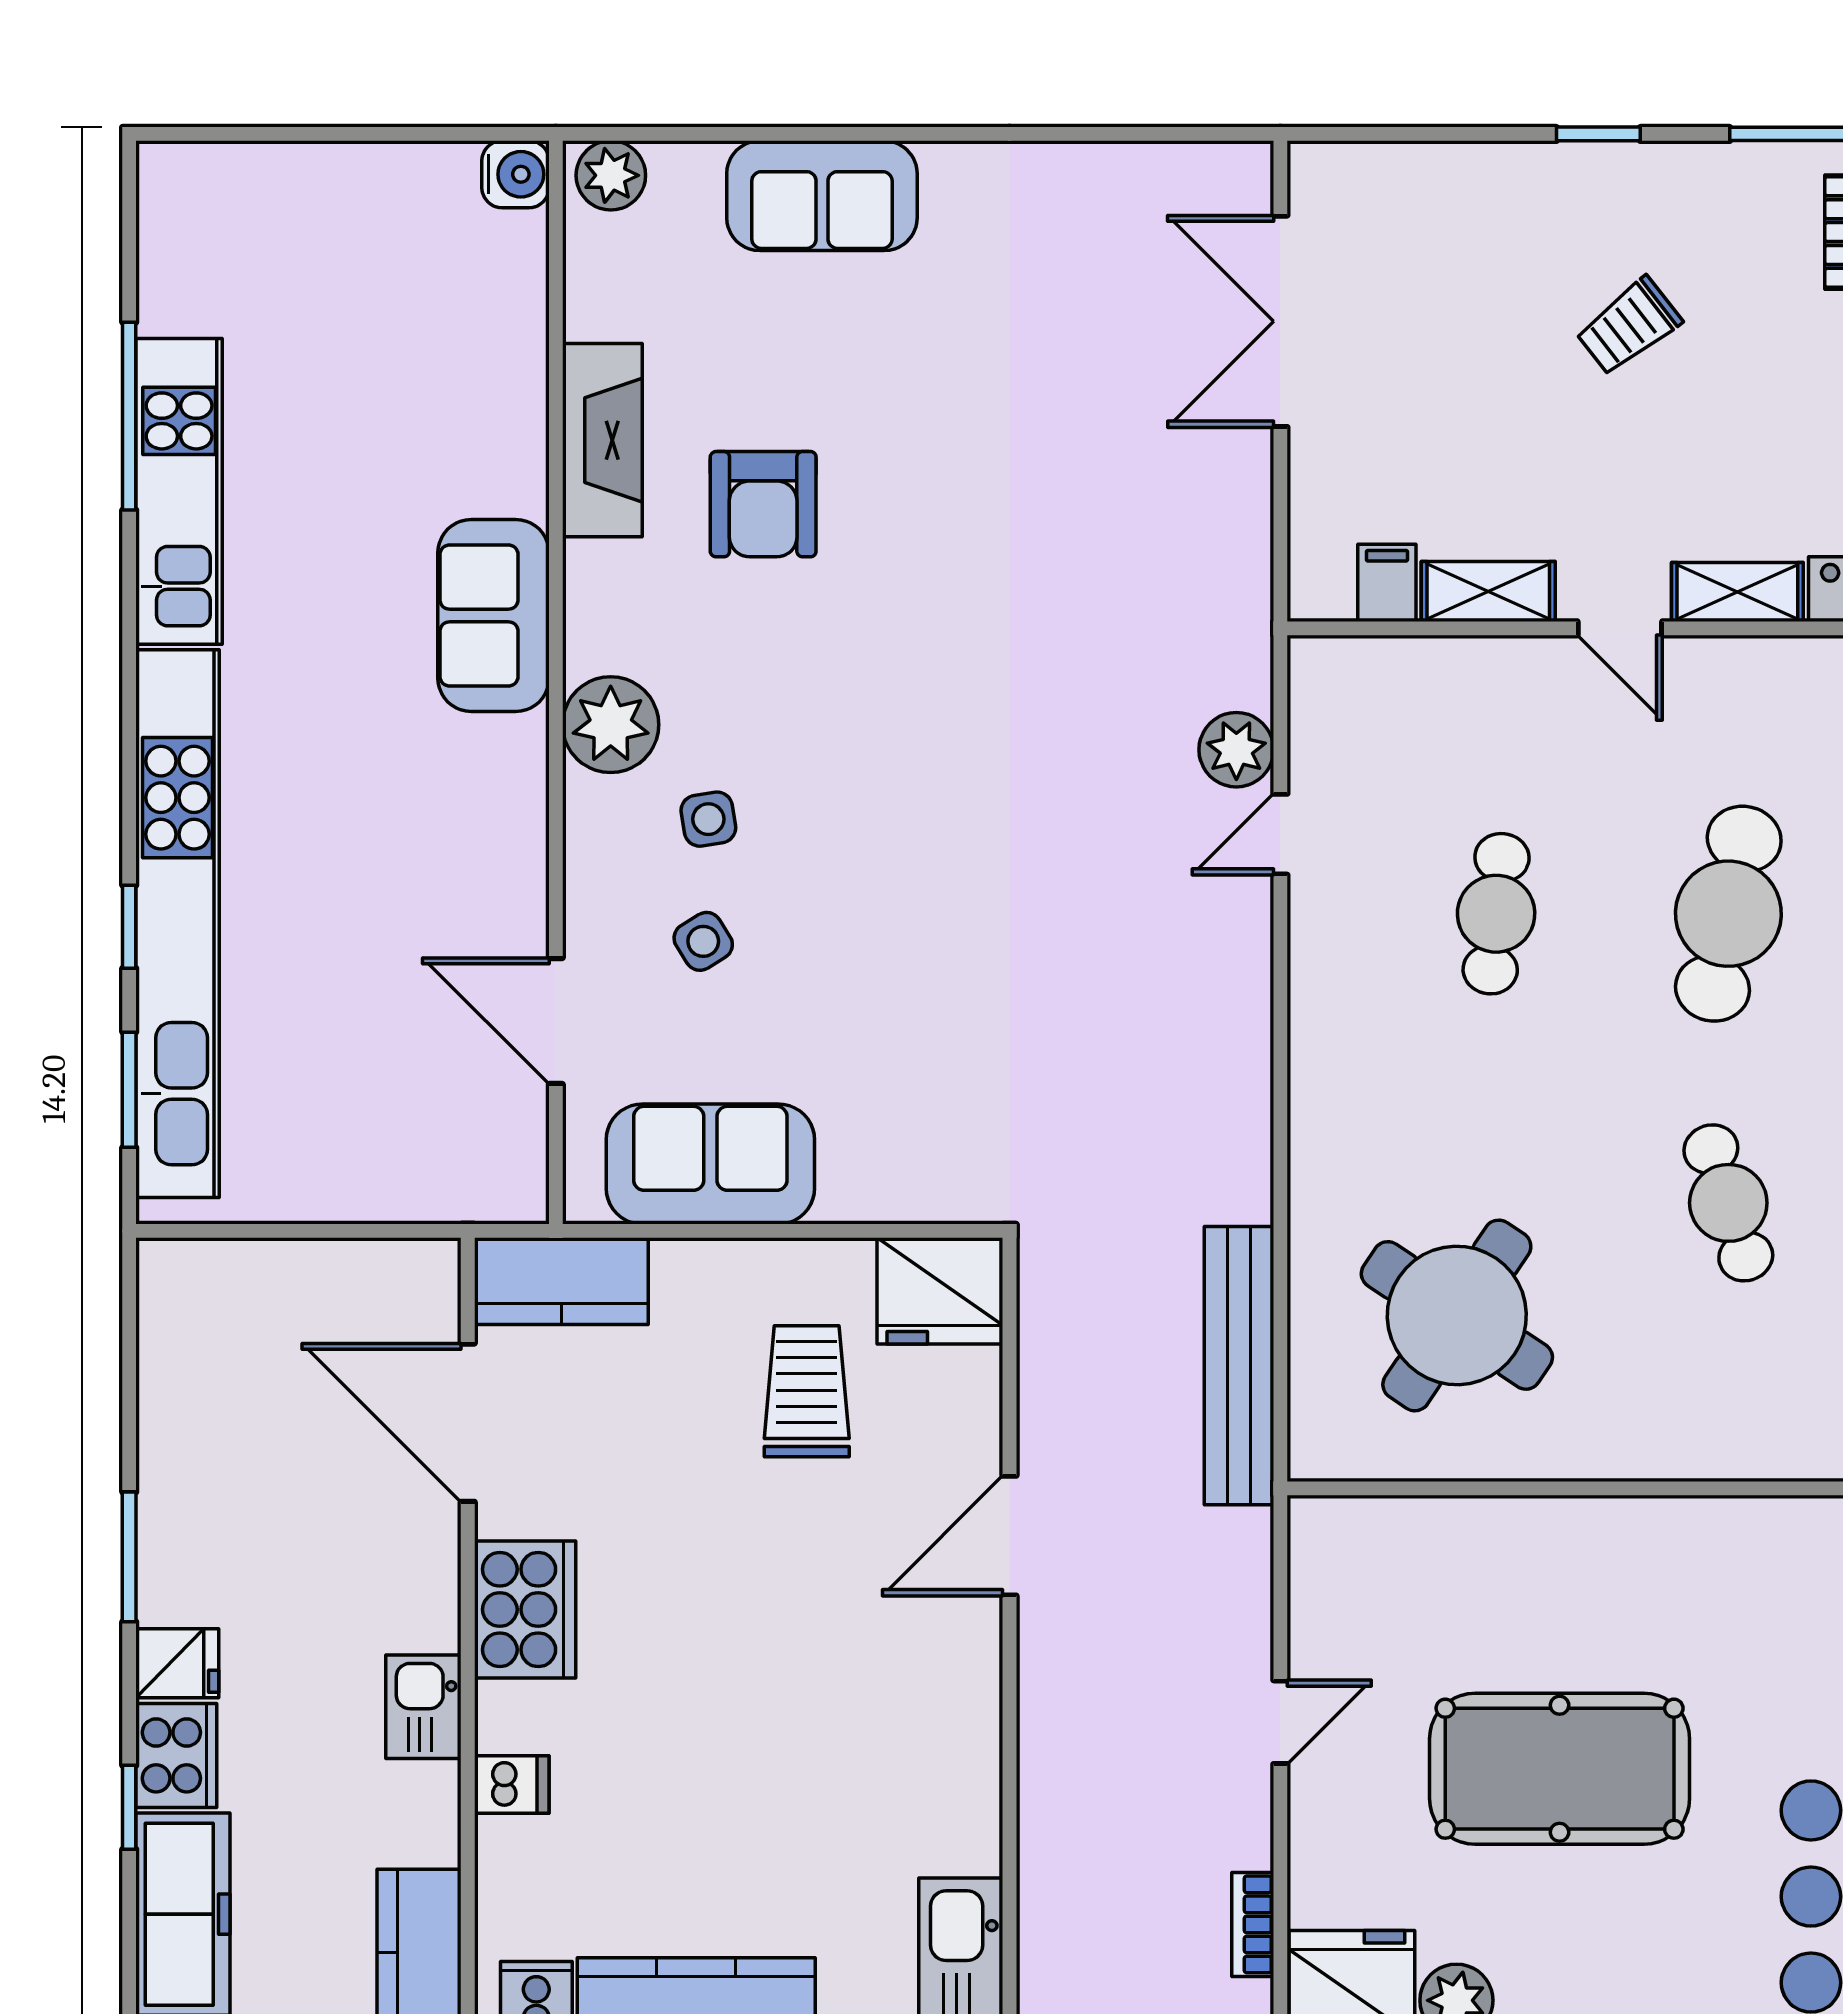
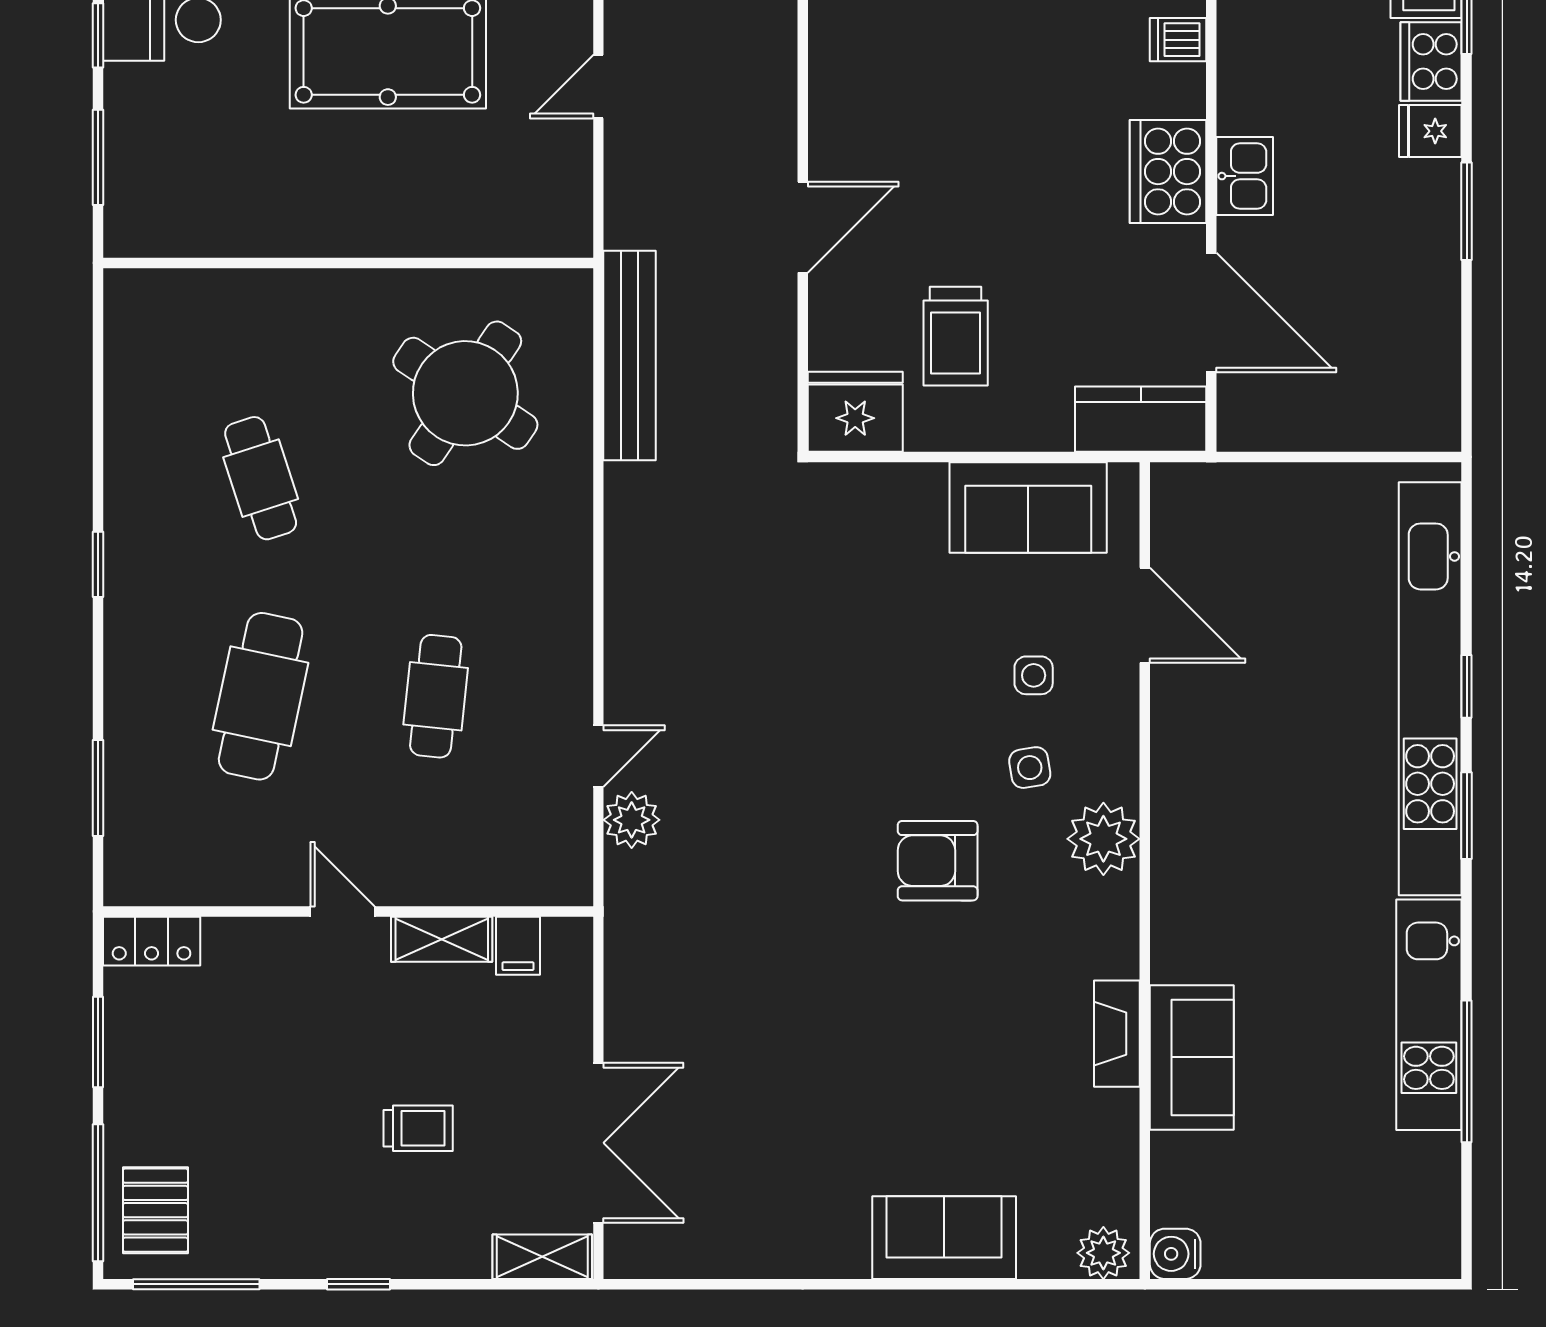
trolley: (1629, 326) -> (418, 1128), moved, turned 38
fireplace: (602, 440) -> (1117, 1034), width x0.73, depth x0.76
armchair: (763, 504) -> (938, 861), moved, turned -90
shelving: (1737, 592) -> (542, 1257), moved
sofa: (493, 615) -> (1192, 1057), moved
side table: (703, 941) -> (1034, 675), turned 32
window: (129, 1090) -> (1467, 816), moved
kitchen sink: (423, 1707) -> (1245, 176), moved

